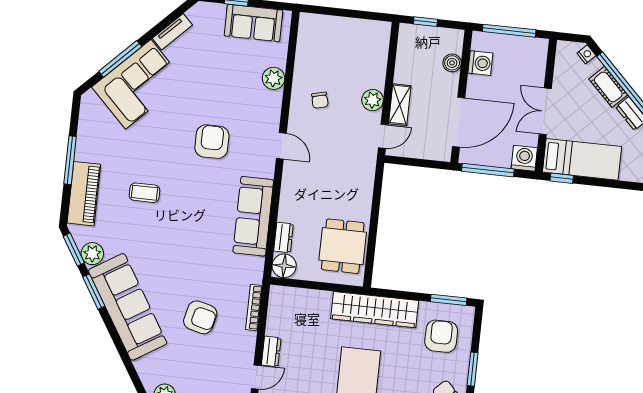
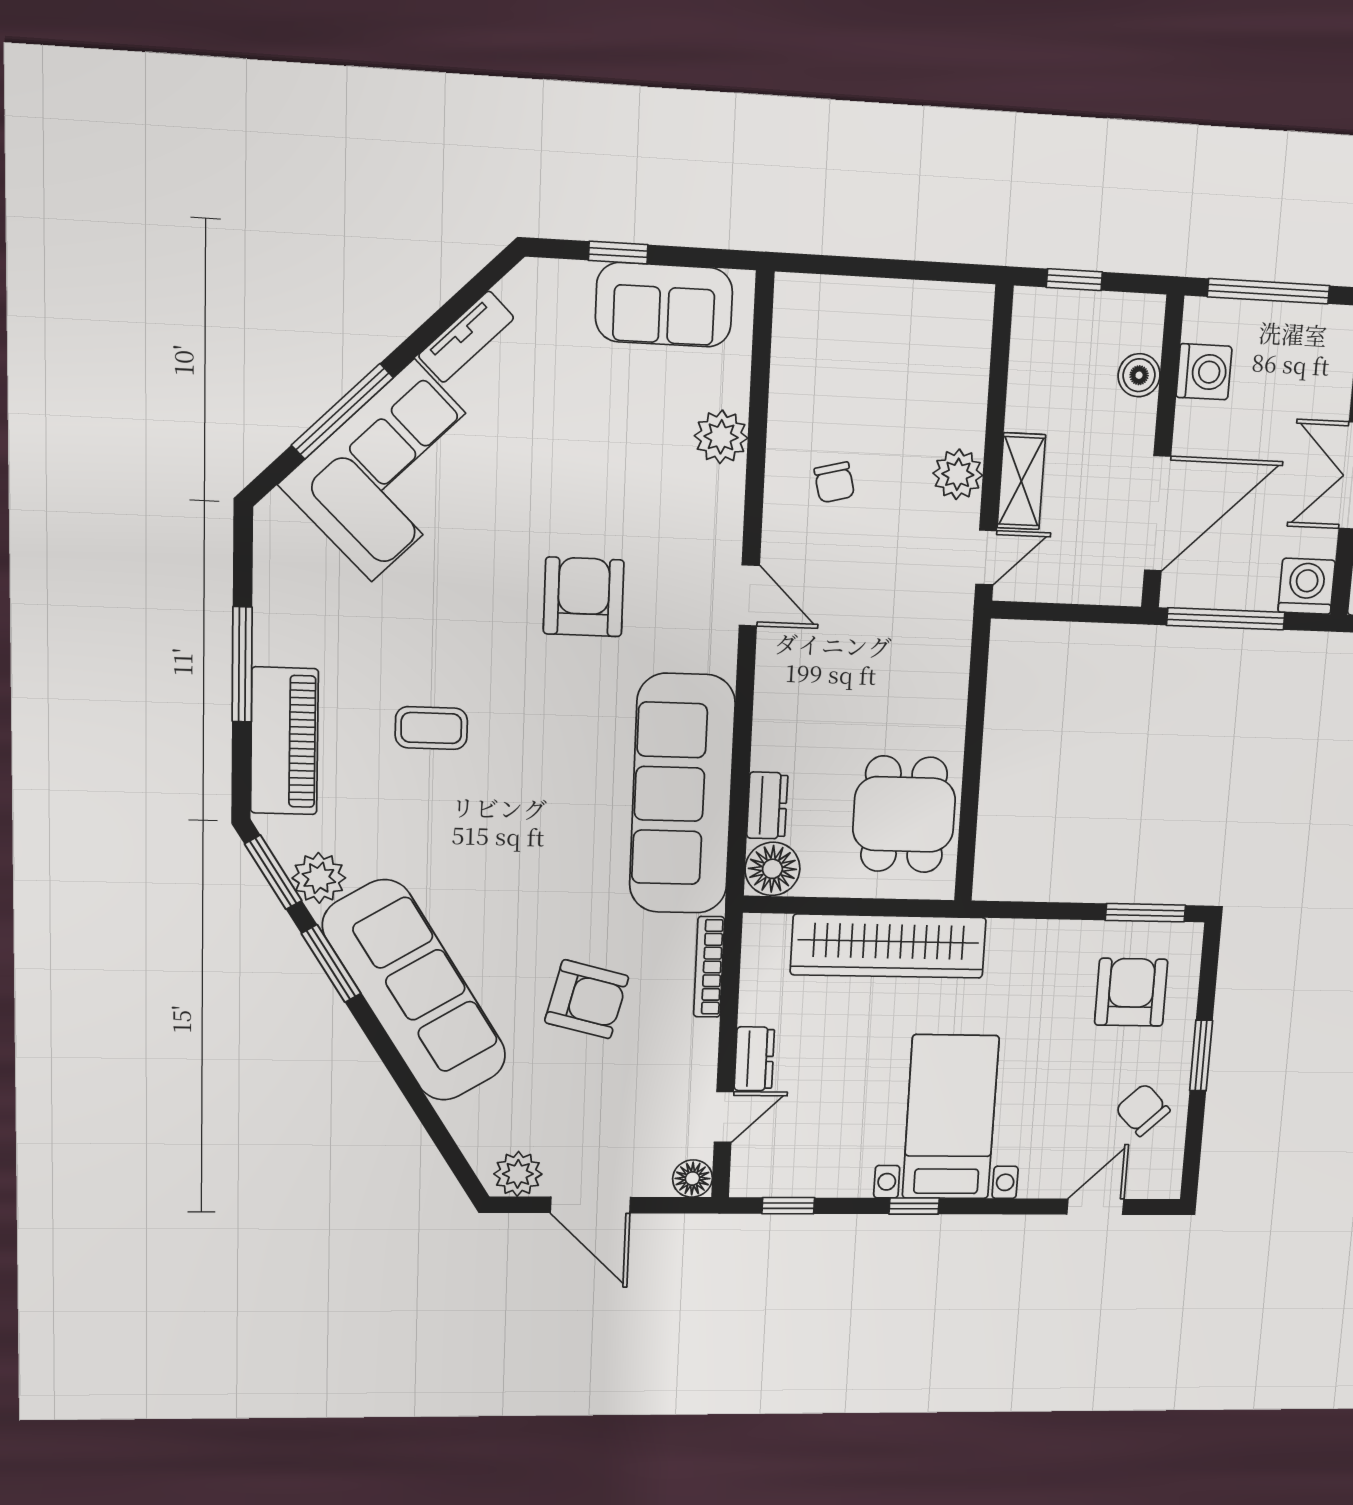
sofa: (253, 216) -> (682, 794), width x1.36, depth x1.27
wardrobe: (375, 310) -> (888, 946), moved

